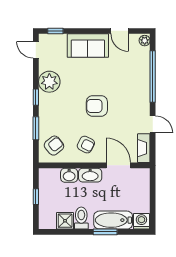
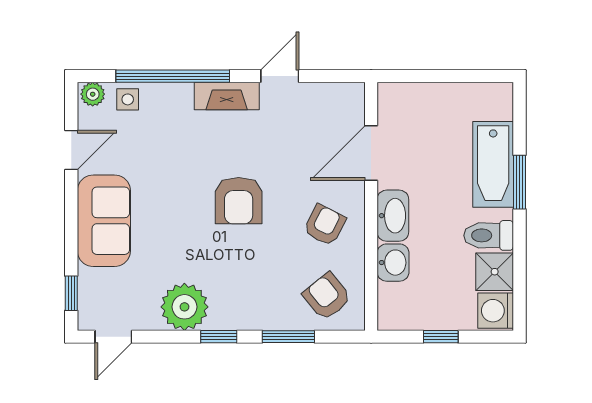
side table: (142, 56) -> (128, 99), added
fireplace: (144, 148) -> (227, 96), moved
washing machine: (141, 221) -> (496, 311), moved

